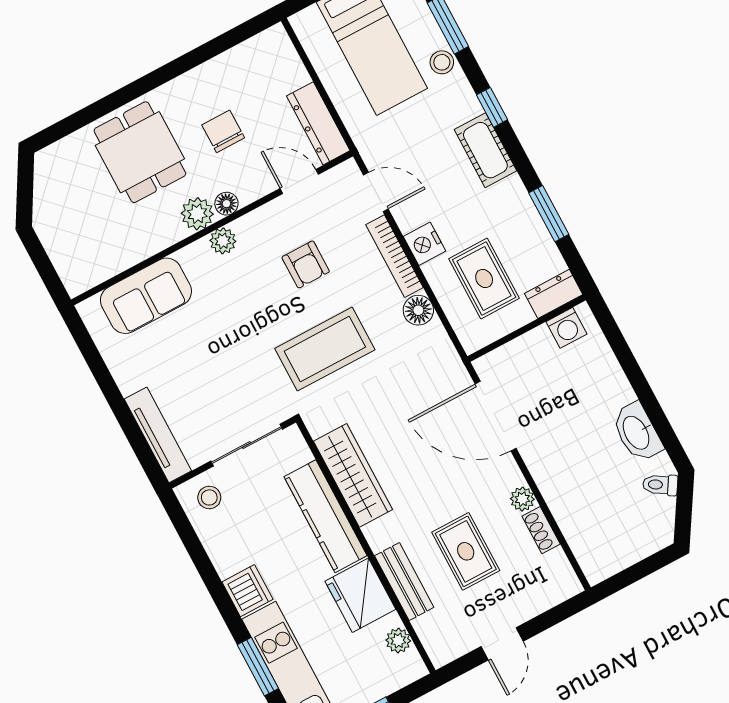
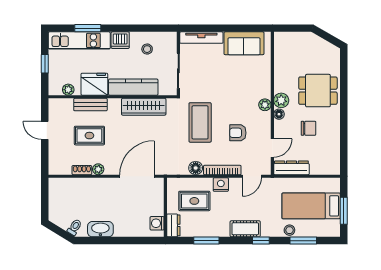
sofa: (146, 296) -> (244, 43), moved, turned -90
stool: (209, 497) -> (147, 49), moved

